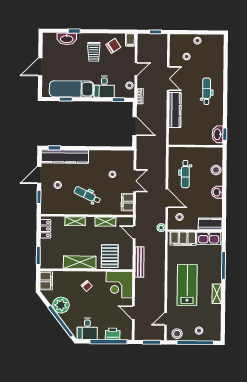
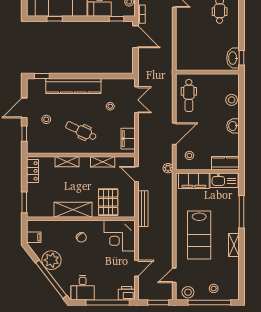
kitchen counter: (175, 110) -> (183, 30), removed
door: (135, 126) -> (136, 37), moved
kitchen counter: (65, 157) -> (73, 86), moved
dental chair: (185, 174) -> (189, 95), moved
double door: (135, 181) -> (136, 100), moved
door: (167, 198) -> (174, 134), hinge flipped
filing cabinet: (46, 281) -> (34, 237), width x0.50
lab bench: (187, 285) -> (199, 235), turned 180
door: (133, 313) -> (136, 268), swing flipped
printer: (113, 334) -> (127, 293), moved

